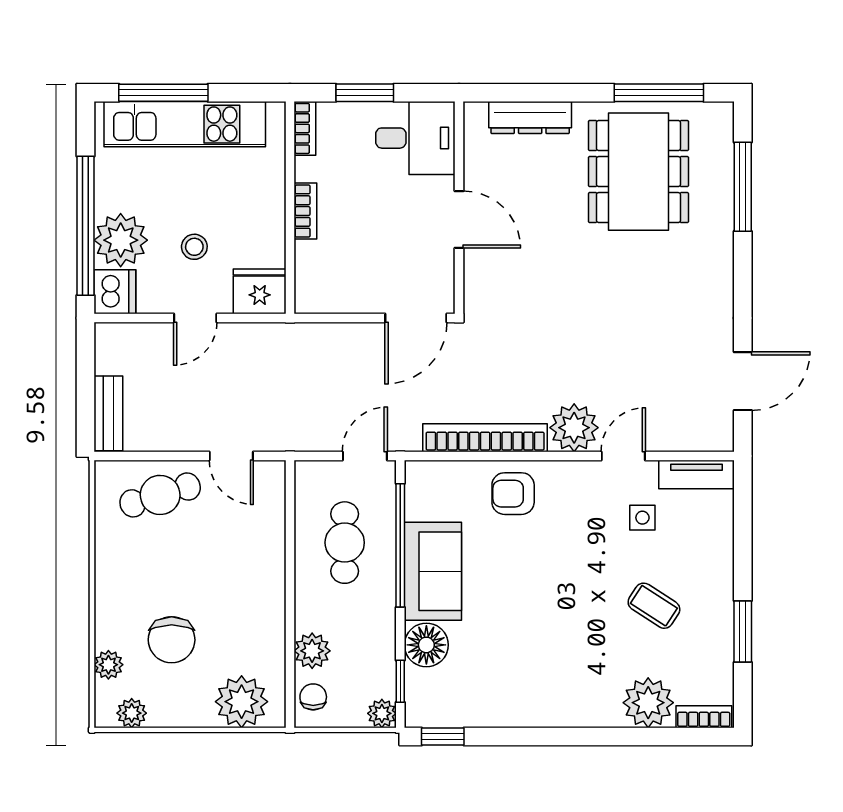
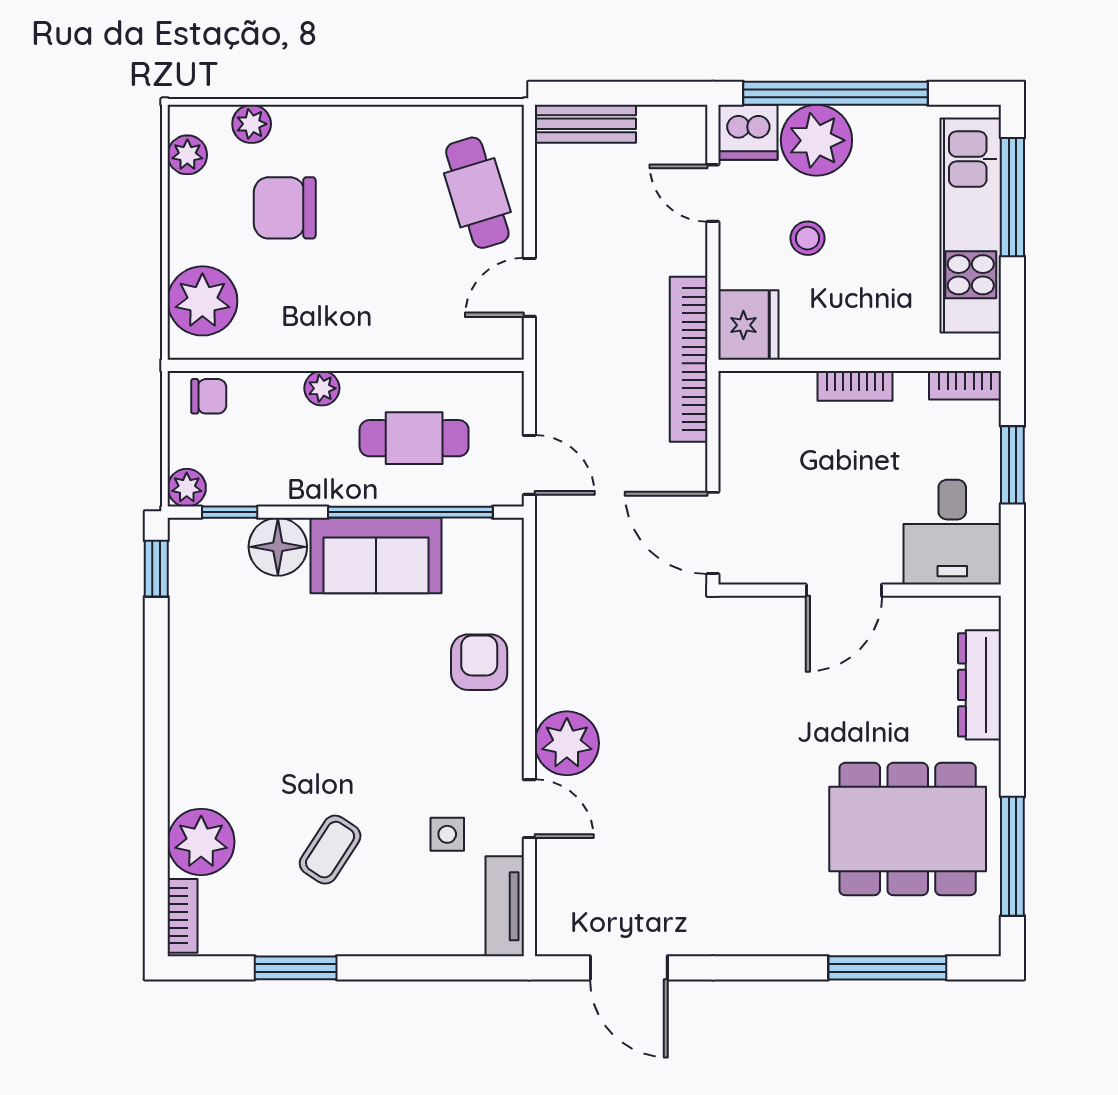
door: (195, 318) -> (713, 193), moved
bookcase: (485, 438) -> (689, 359), moved, turned 180
plant: (312, 651) -> (322, 388), moved, width x0.73, depth x0.73

